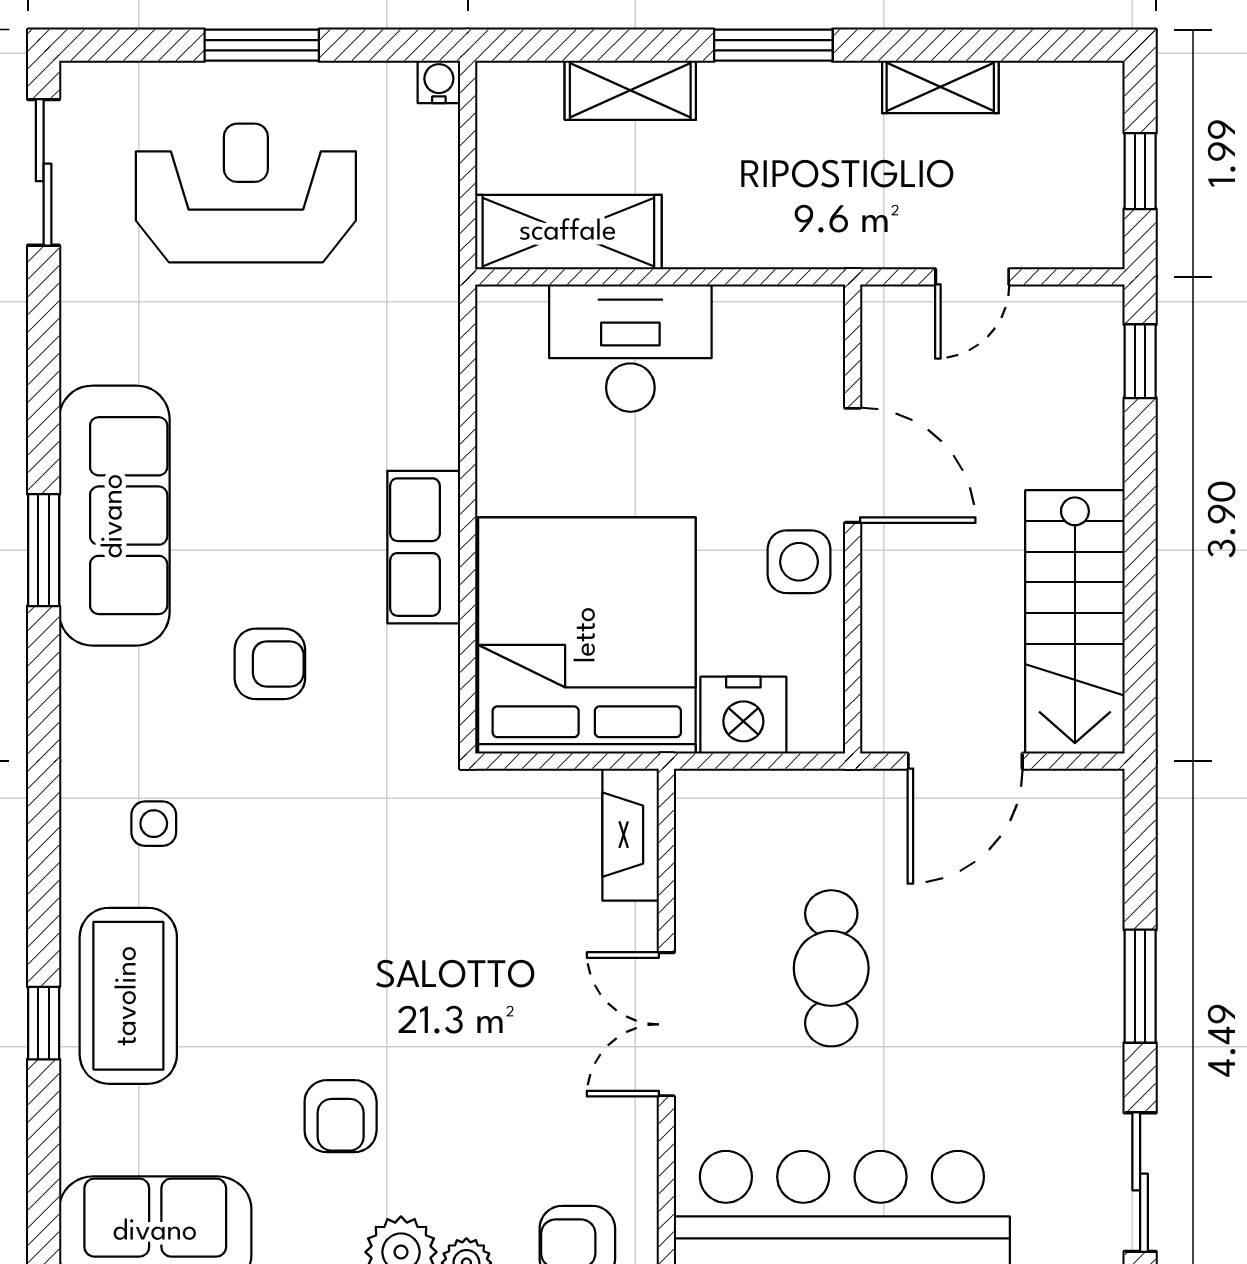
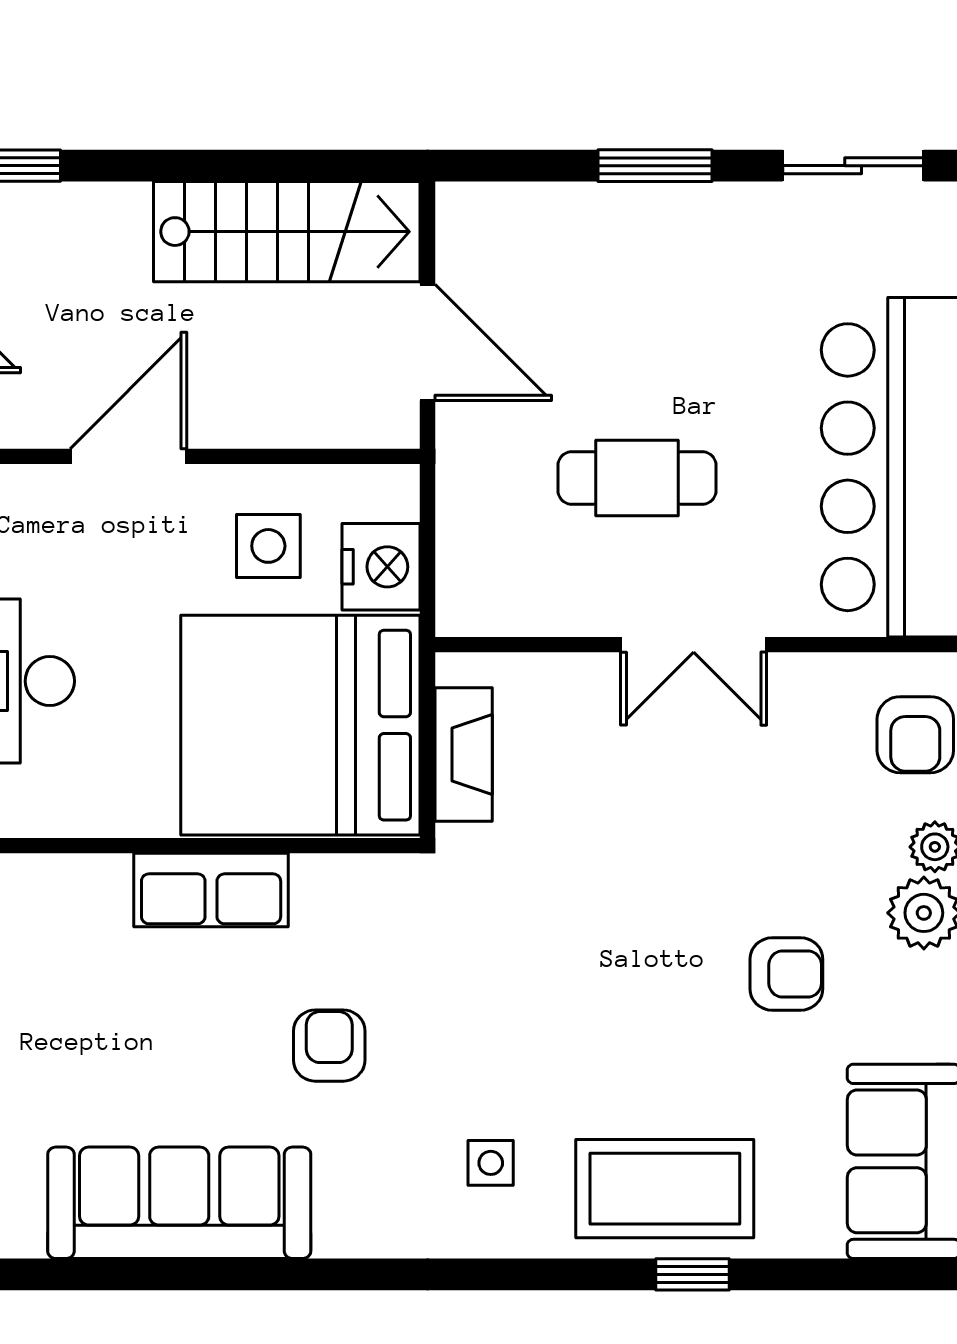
window: (44, 550) -> (214, 1274), removed
side table: (799, 562) -> (268, 546), moved
fireplace: (631, 835) -> (464, 755), moved, turned -90

